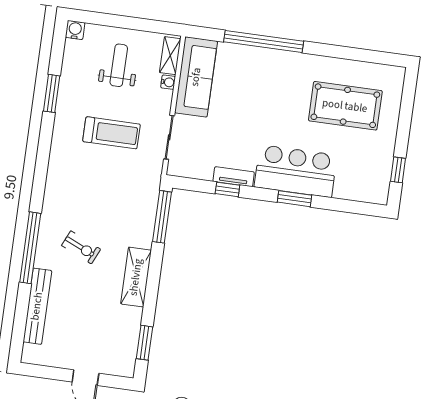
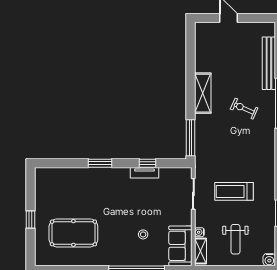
sofa: (196, 77) -> (180, 246), width x0.73
stool: (248, 90) -> (143, 234), added
window: (398, 170) -> (30, 220), moved
bar counter: (296, 171) -> (102, 183), removed
window: (145, 343) -> (191, 48), removed

